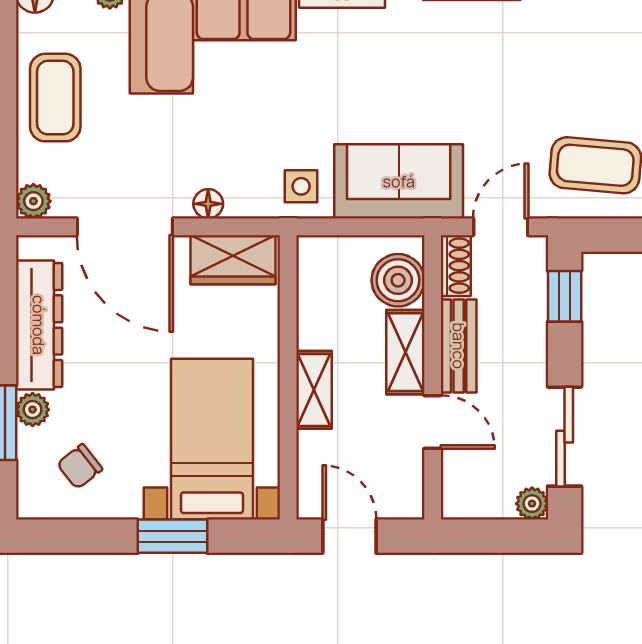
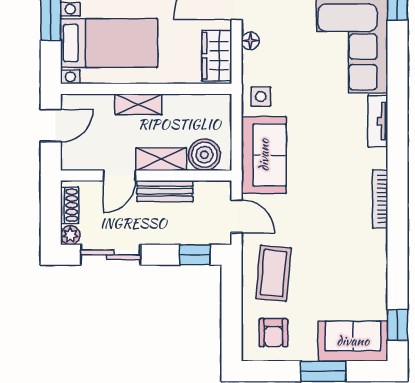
shoe rack: (456, 266) -> (70, 205), moved, turned -90

